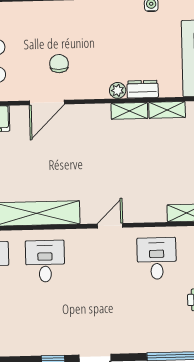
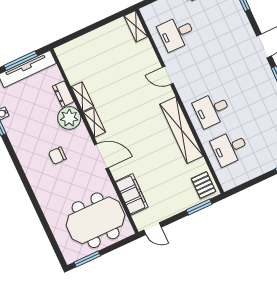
chair: (59, 64) -> (57, 156), moved
plant: (118, 90) -> (69, 118), width x1.88, depth x1.88
shelving: (167, 110) -> (94, 122), moved

